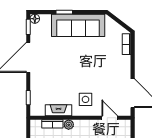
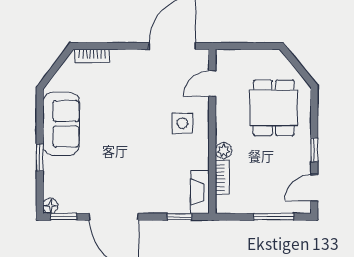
sofa: (78, 25) -> (61, 124), width x0.73
fireplace: (58, 110) -> (200, 192), moved

